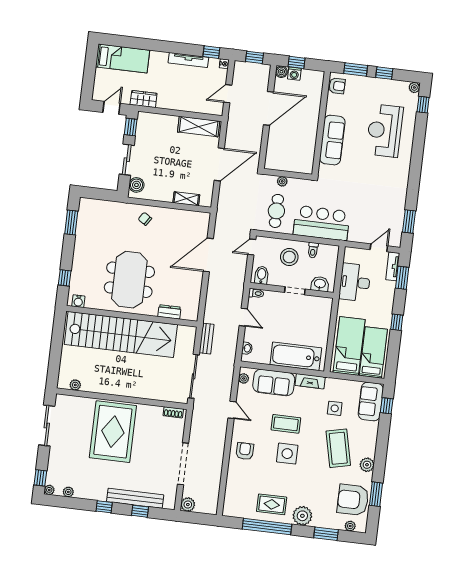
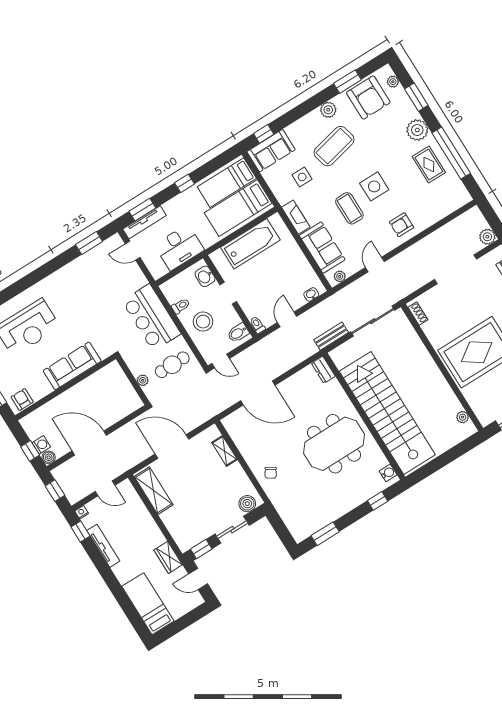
tv unit: (393, 266) -> (145, 222), width x1.41
dresser: (169, 312) -> (323, 370), moved
bathtub: (296, 356) -> (250, 244), moved, turned -90

